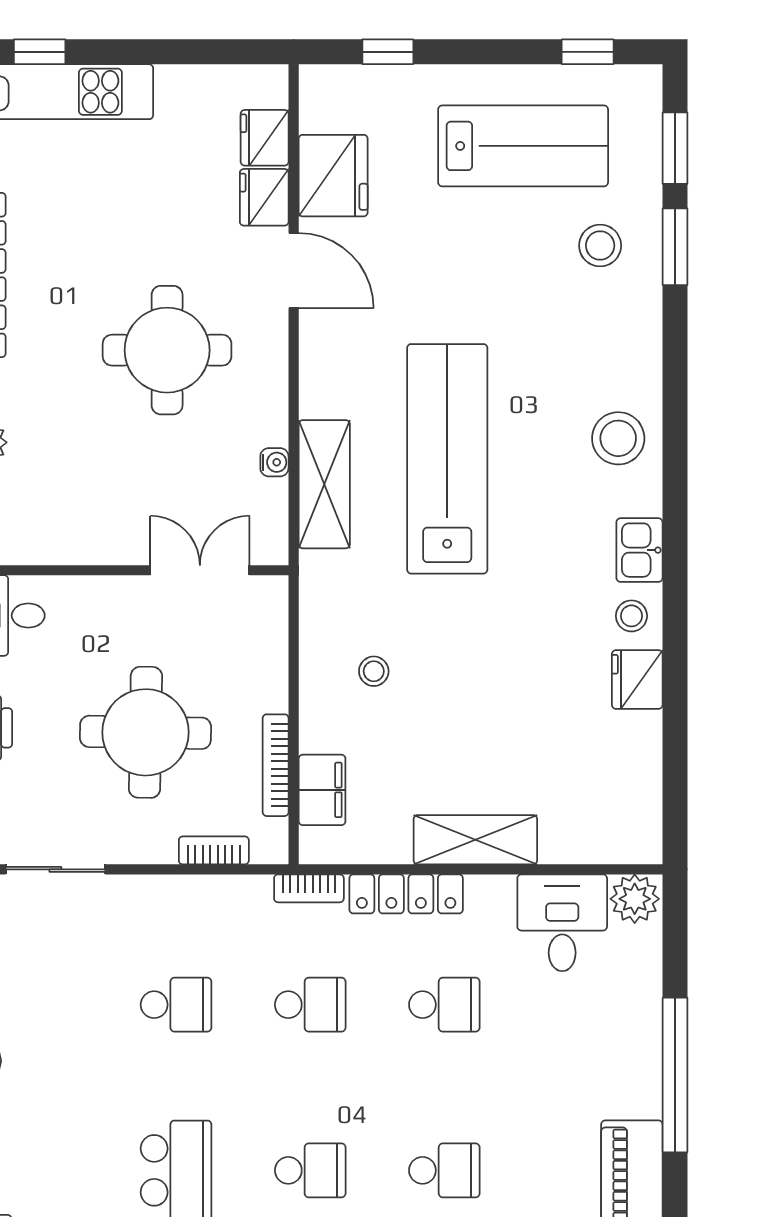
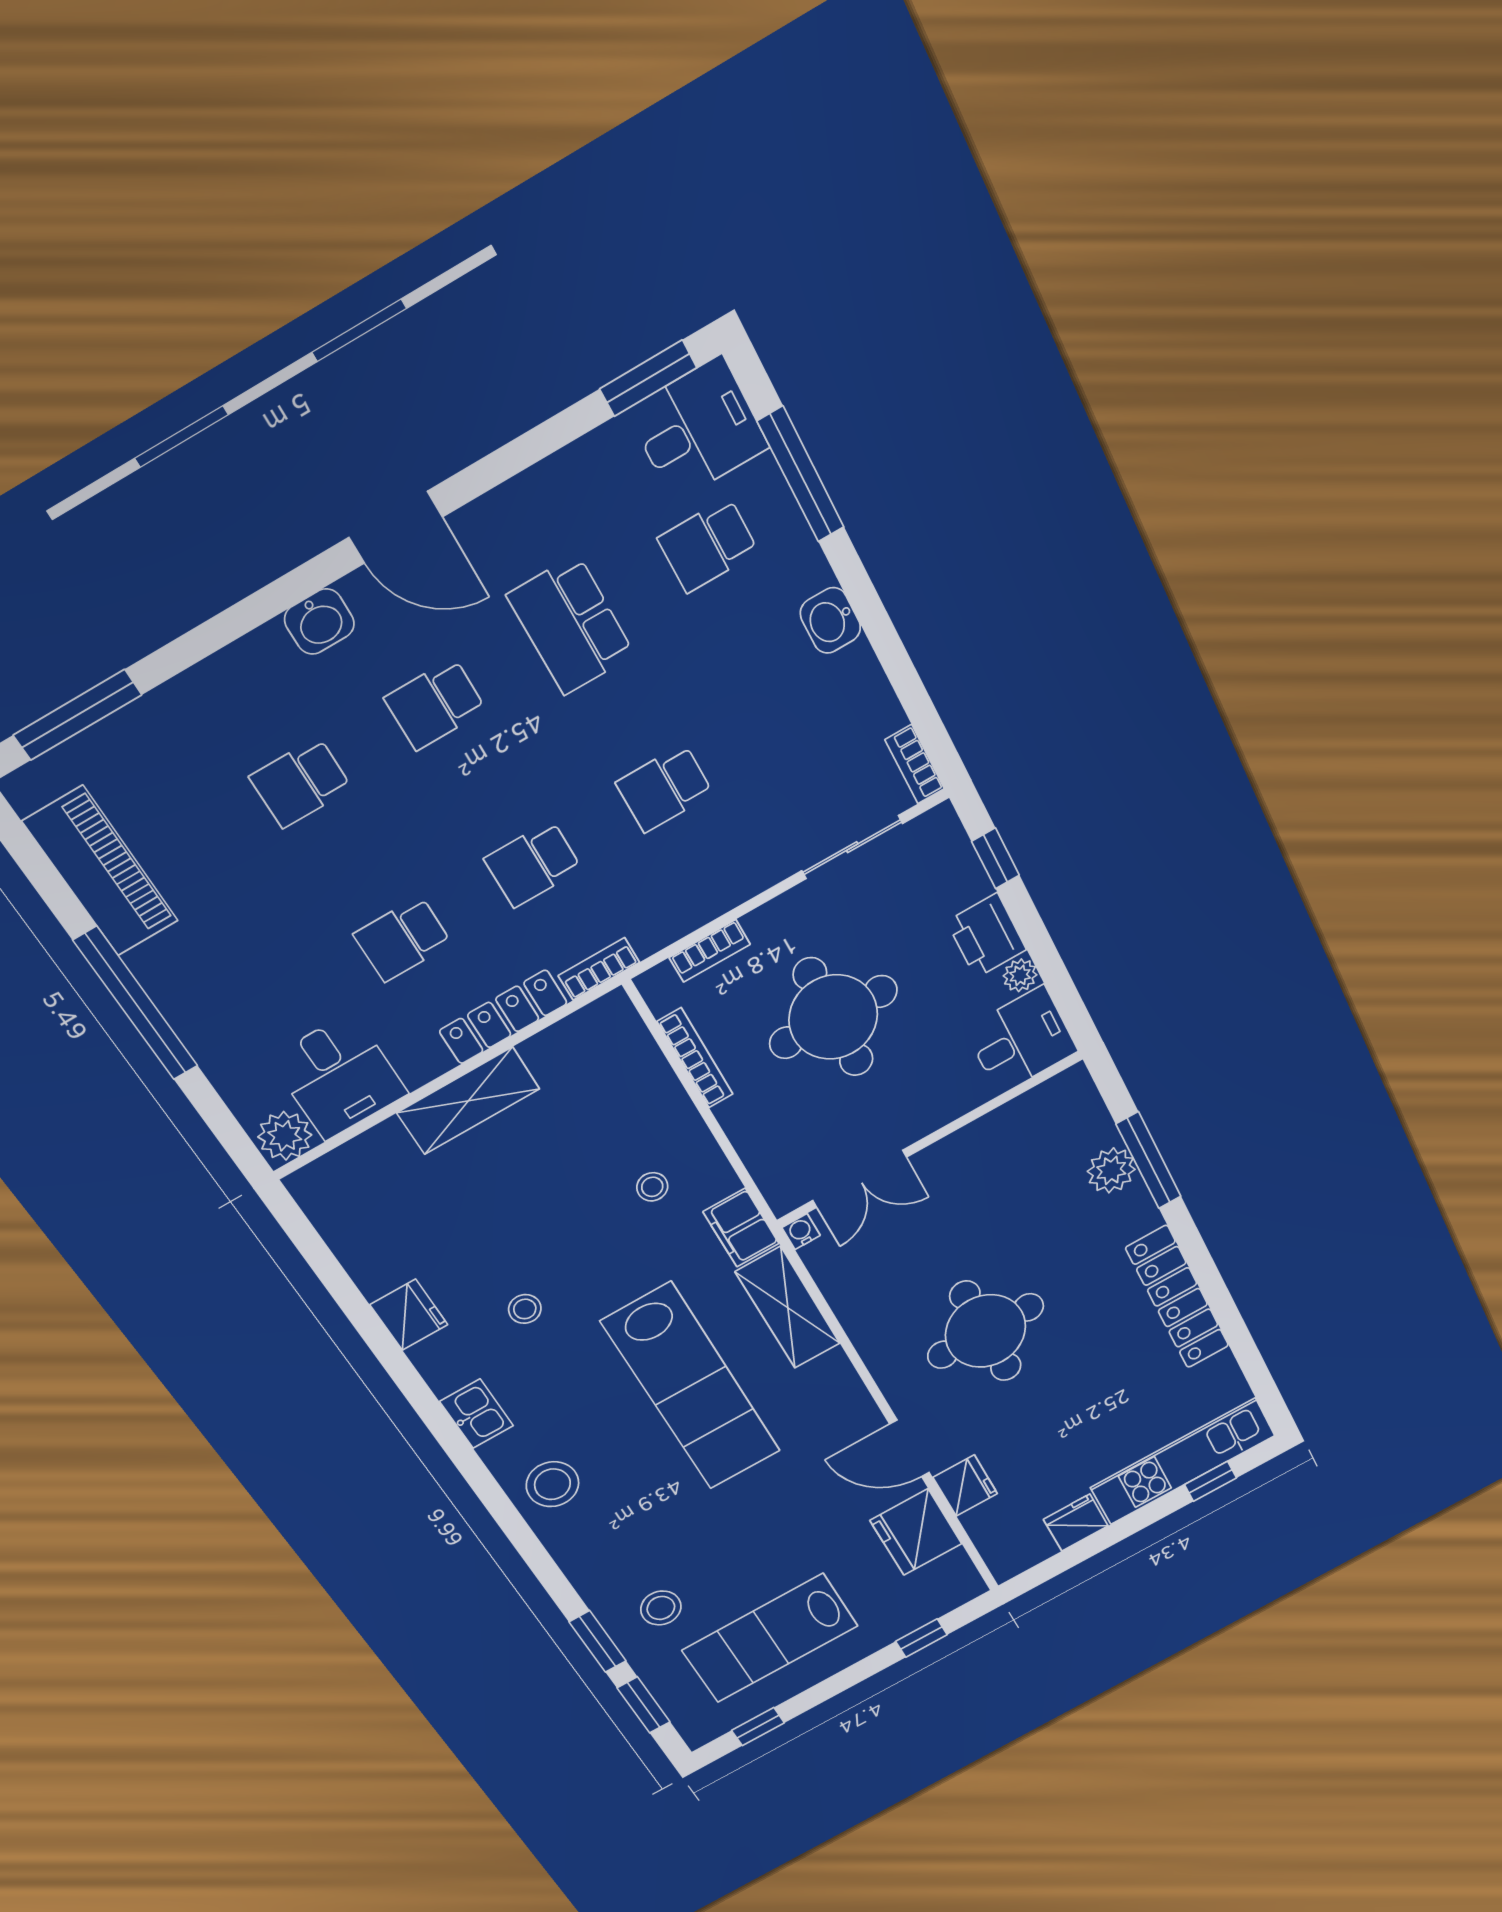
fridge: (265, 138) -> (1076, 1523), moved, turned -90
water cooler: (274, 462) -> (801, 1232), moved, turned 90
stool: (631, 616) -> (525, 1309), moved
filing cabinet: (322, 790) -> (741, 1228), moved
school desk: (42, 1170) -> (708, 545), added

